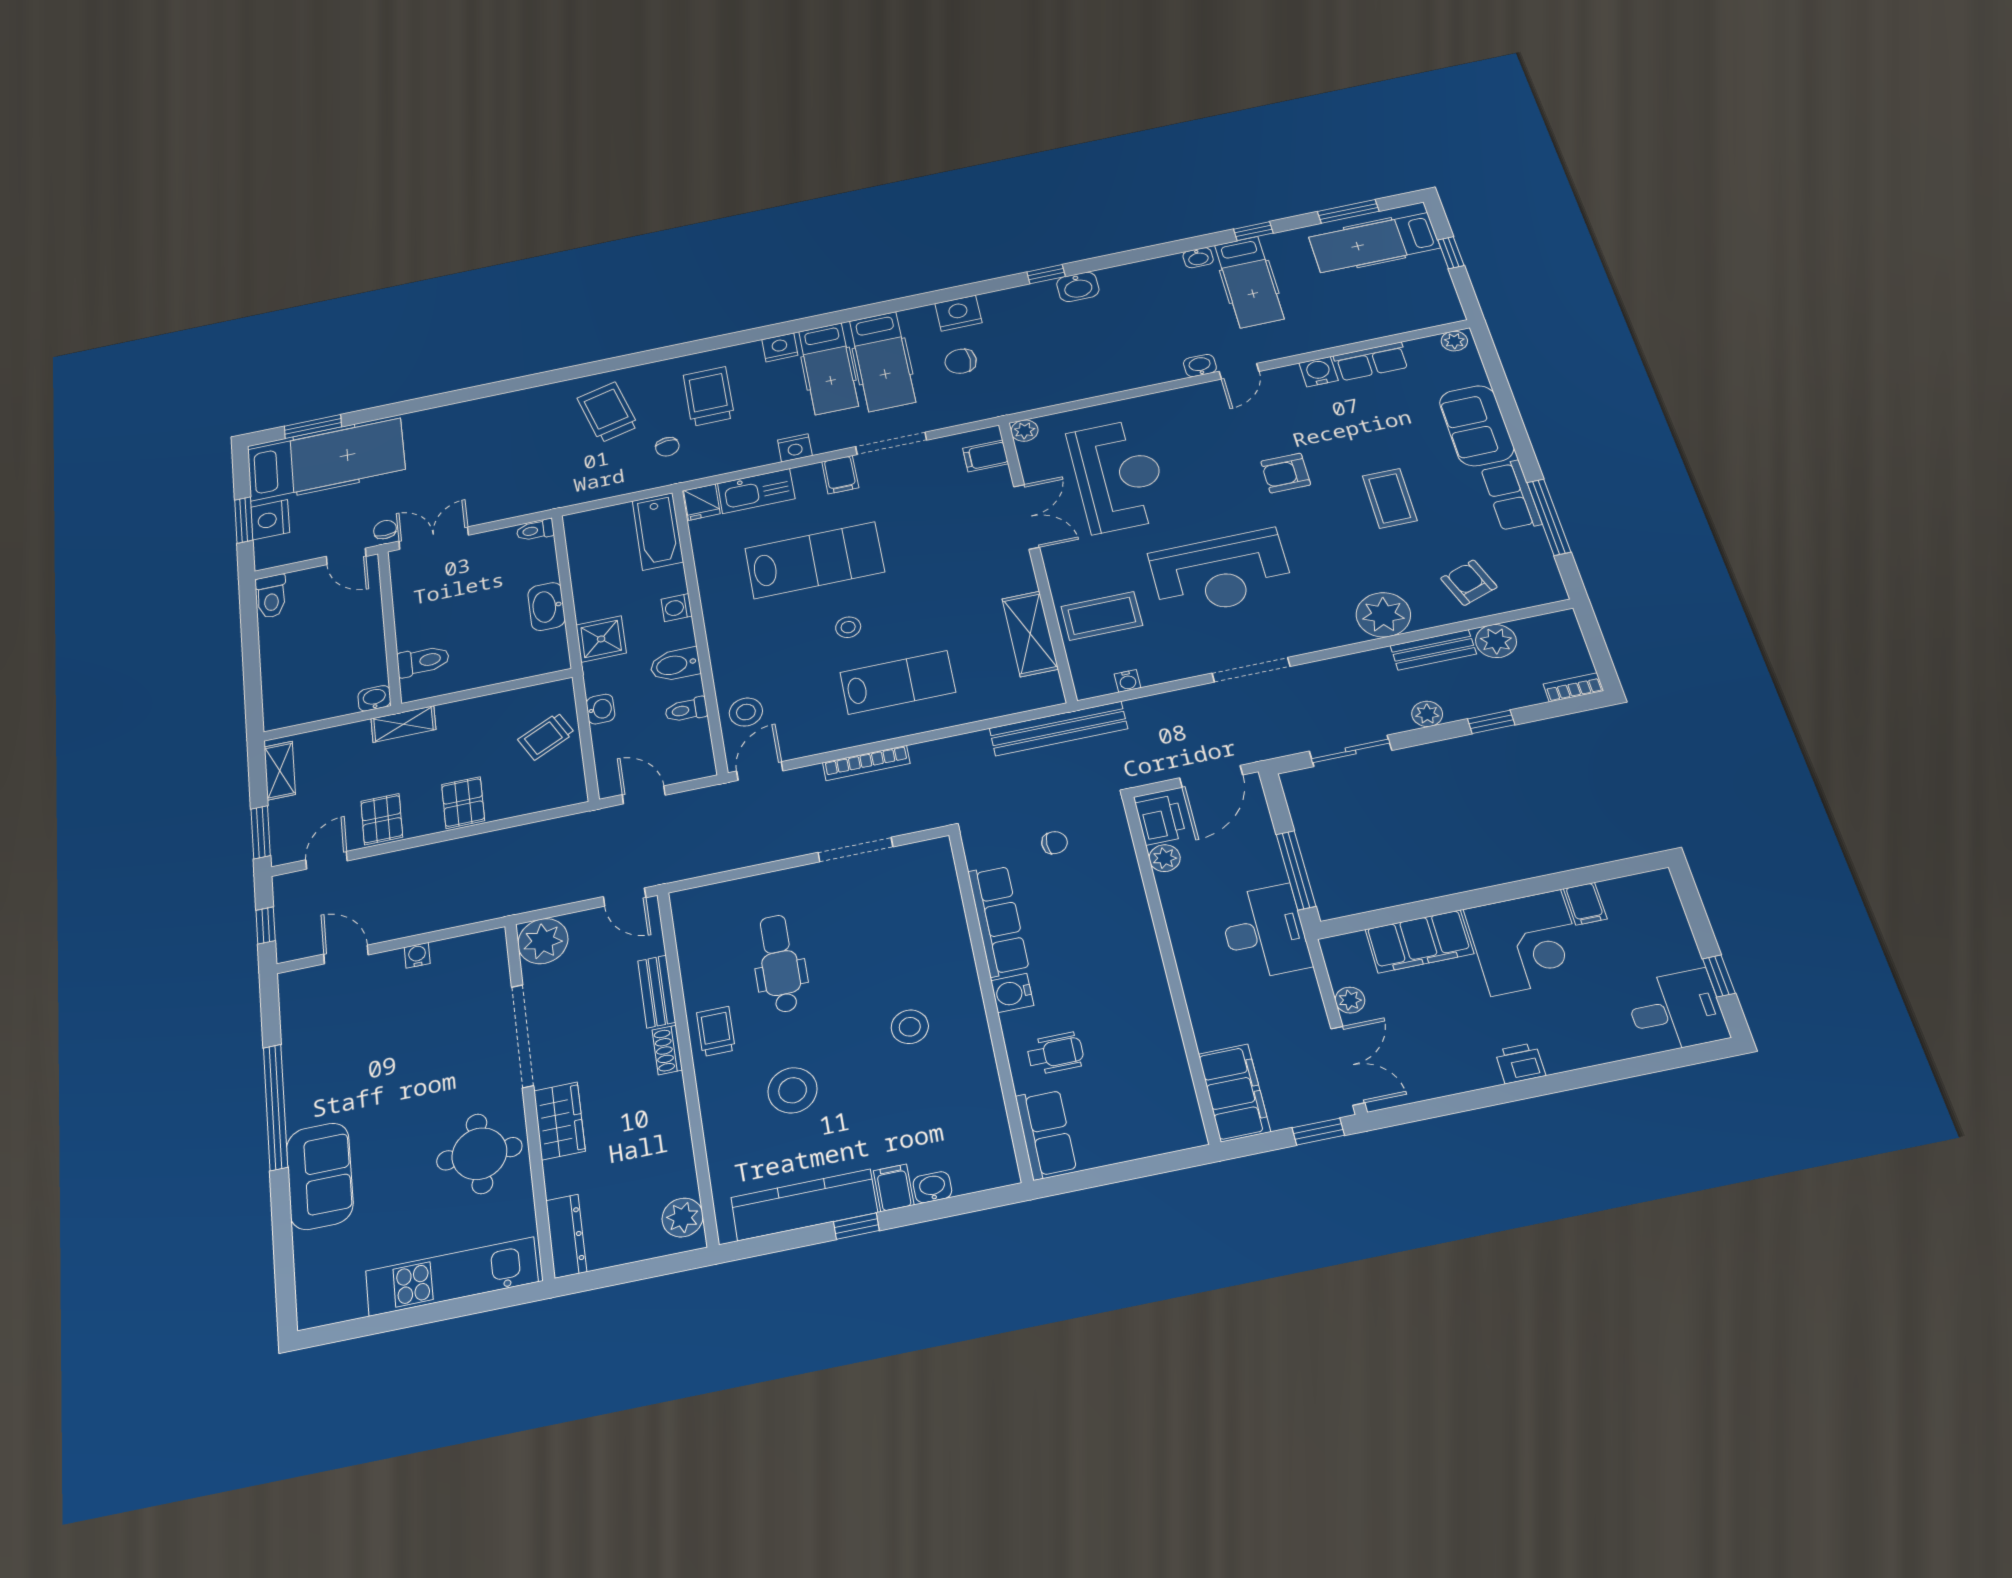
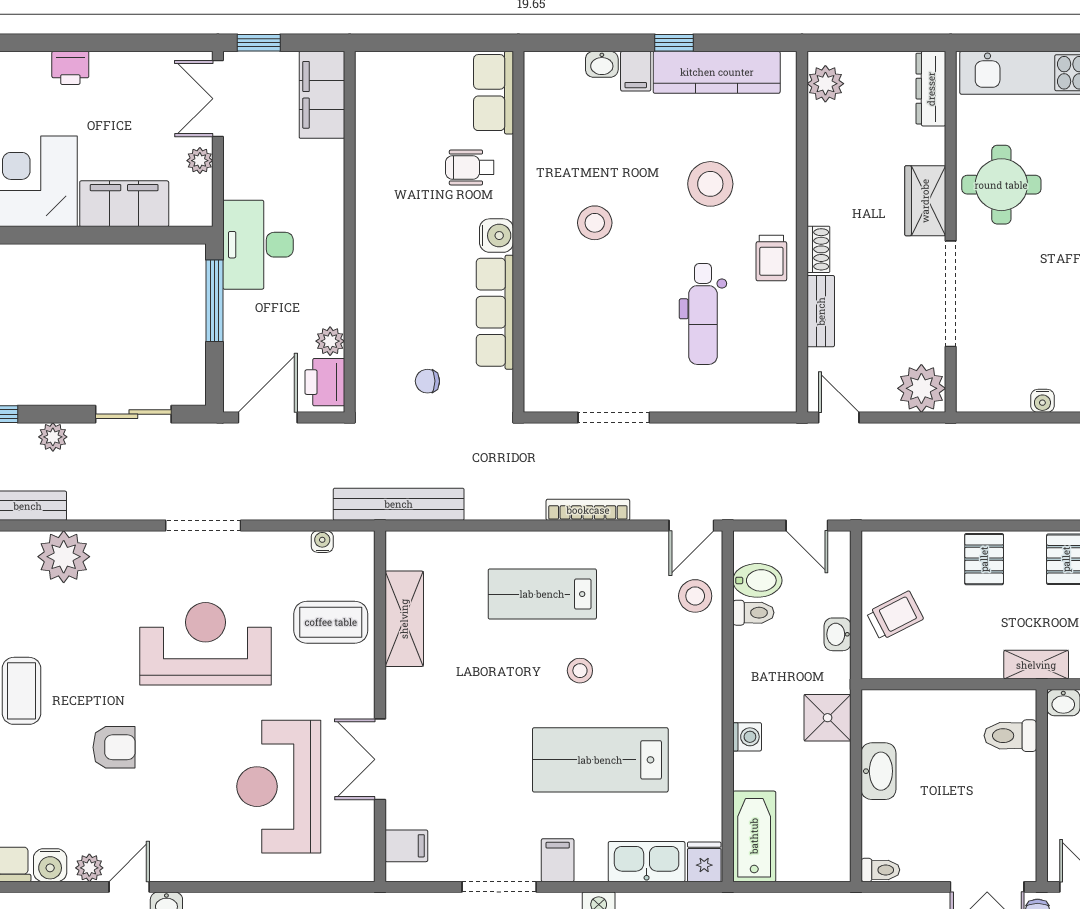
plant: (1024, 431) -> (89, 868), moved
bidet: (675, 665) -> (757, 580), moved

